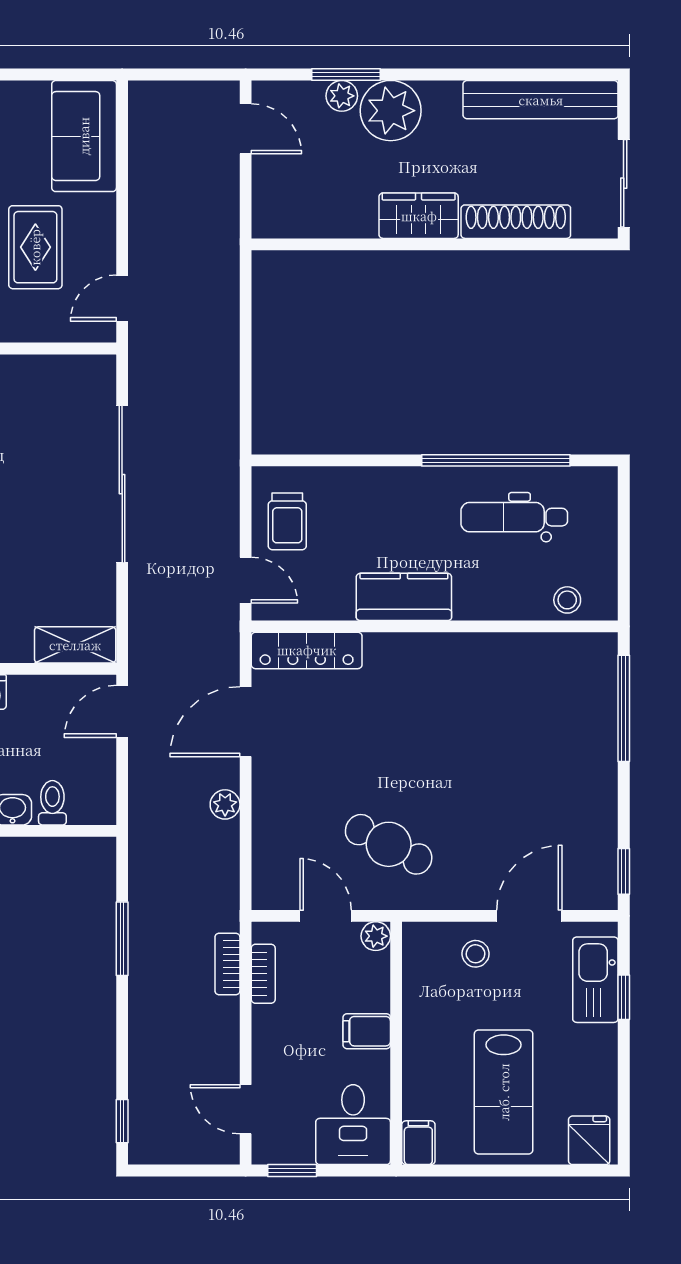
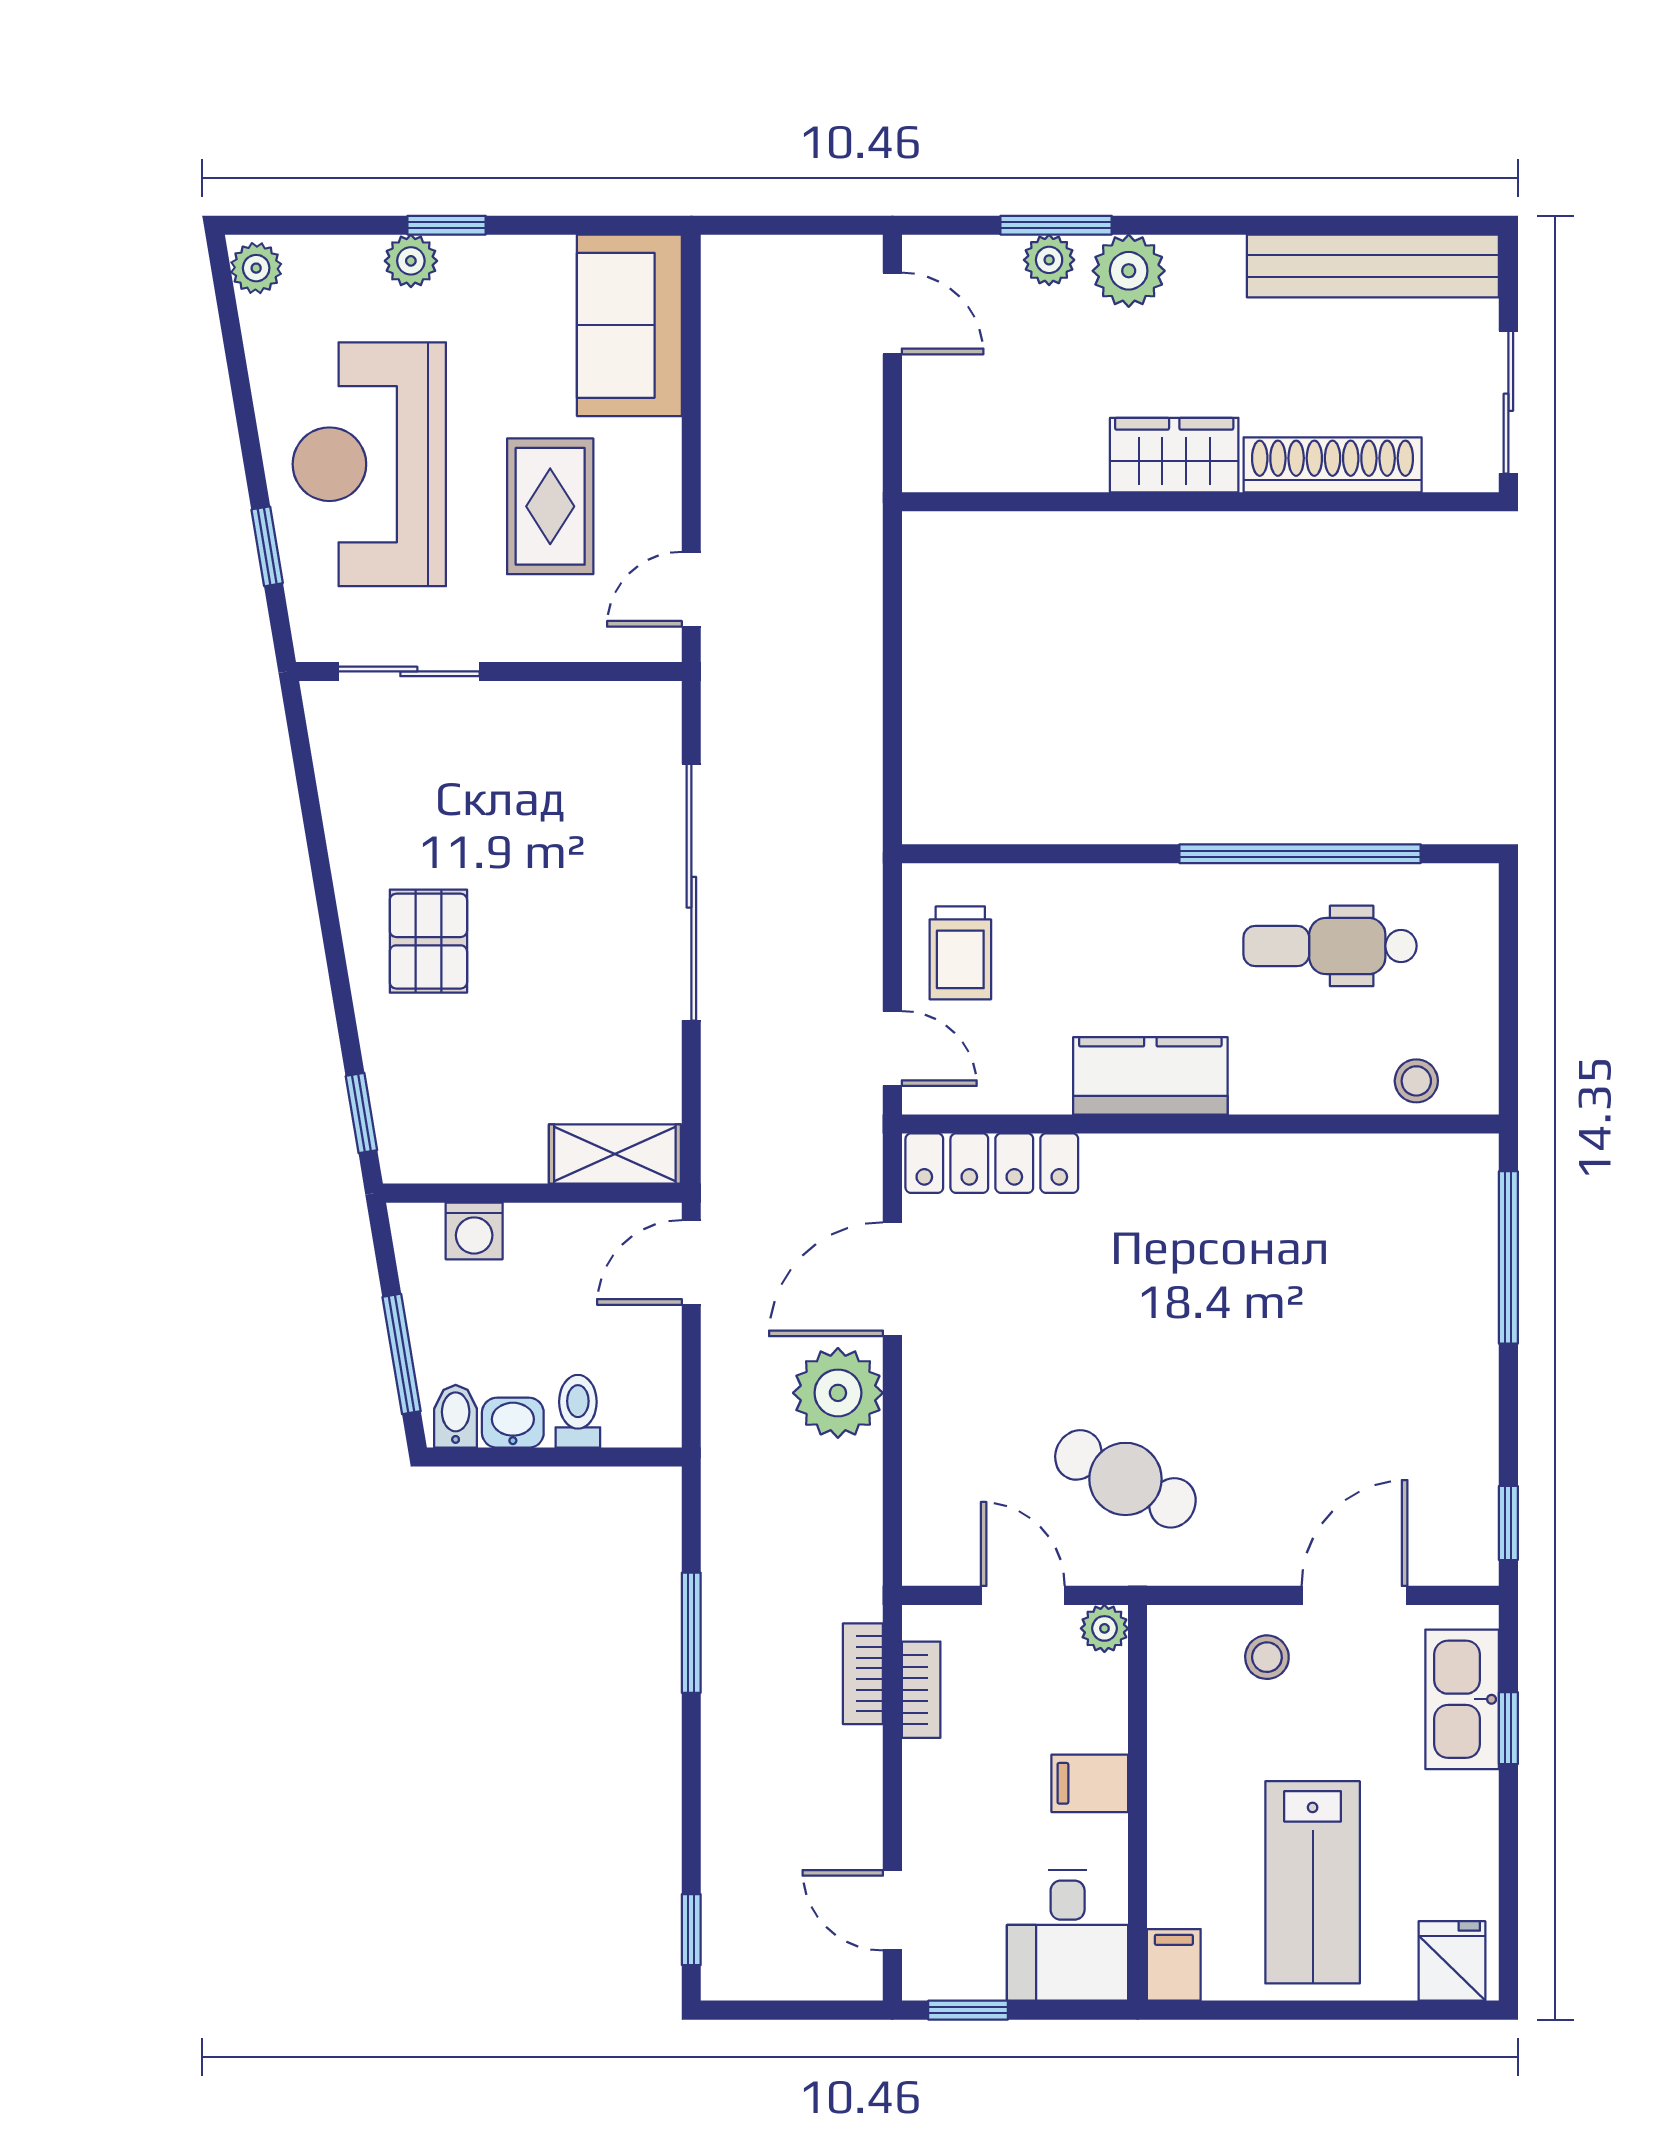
plant: (391, 111) -> (1129, 271), width x0.73, depth x0.73
plant: (225, 804) -> (838, 1393), width x1.88, depth x1.88

